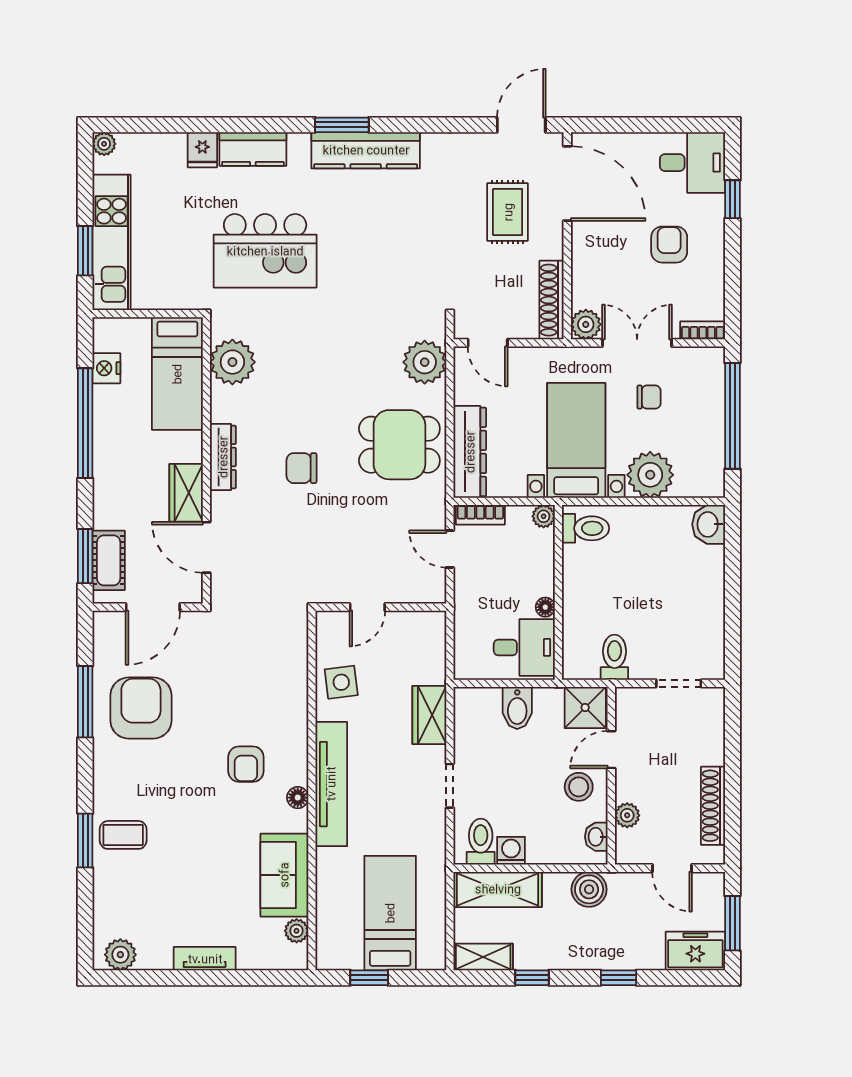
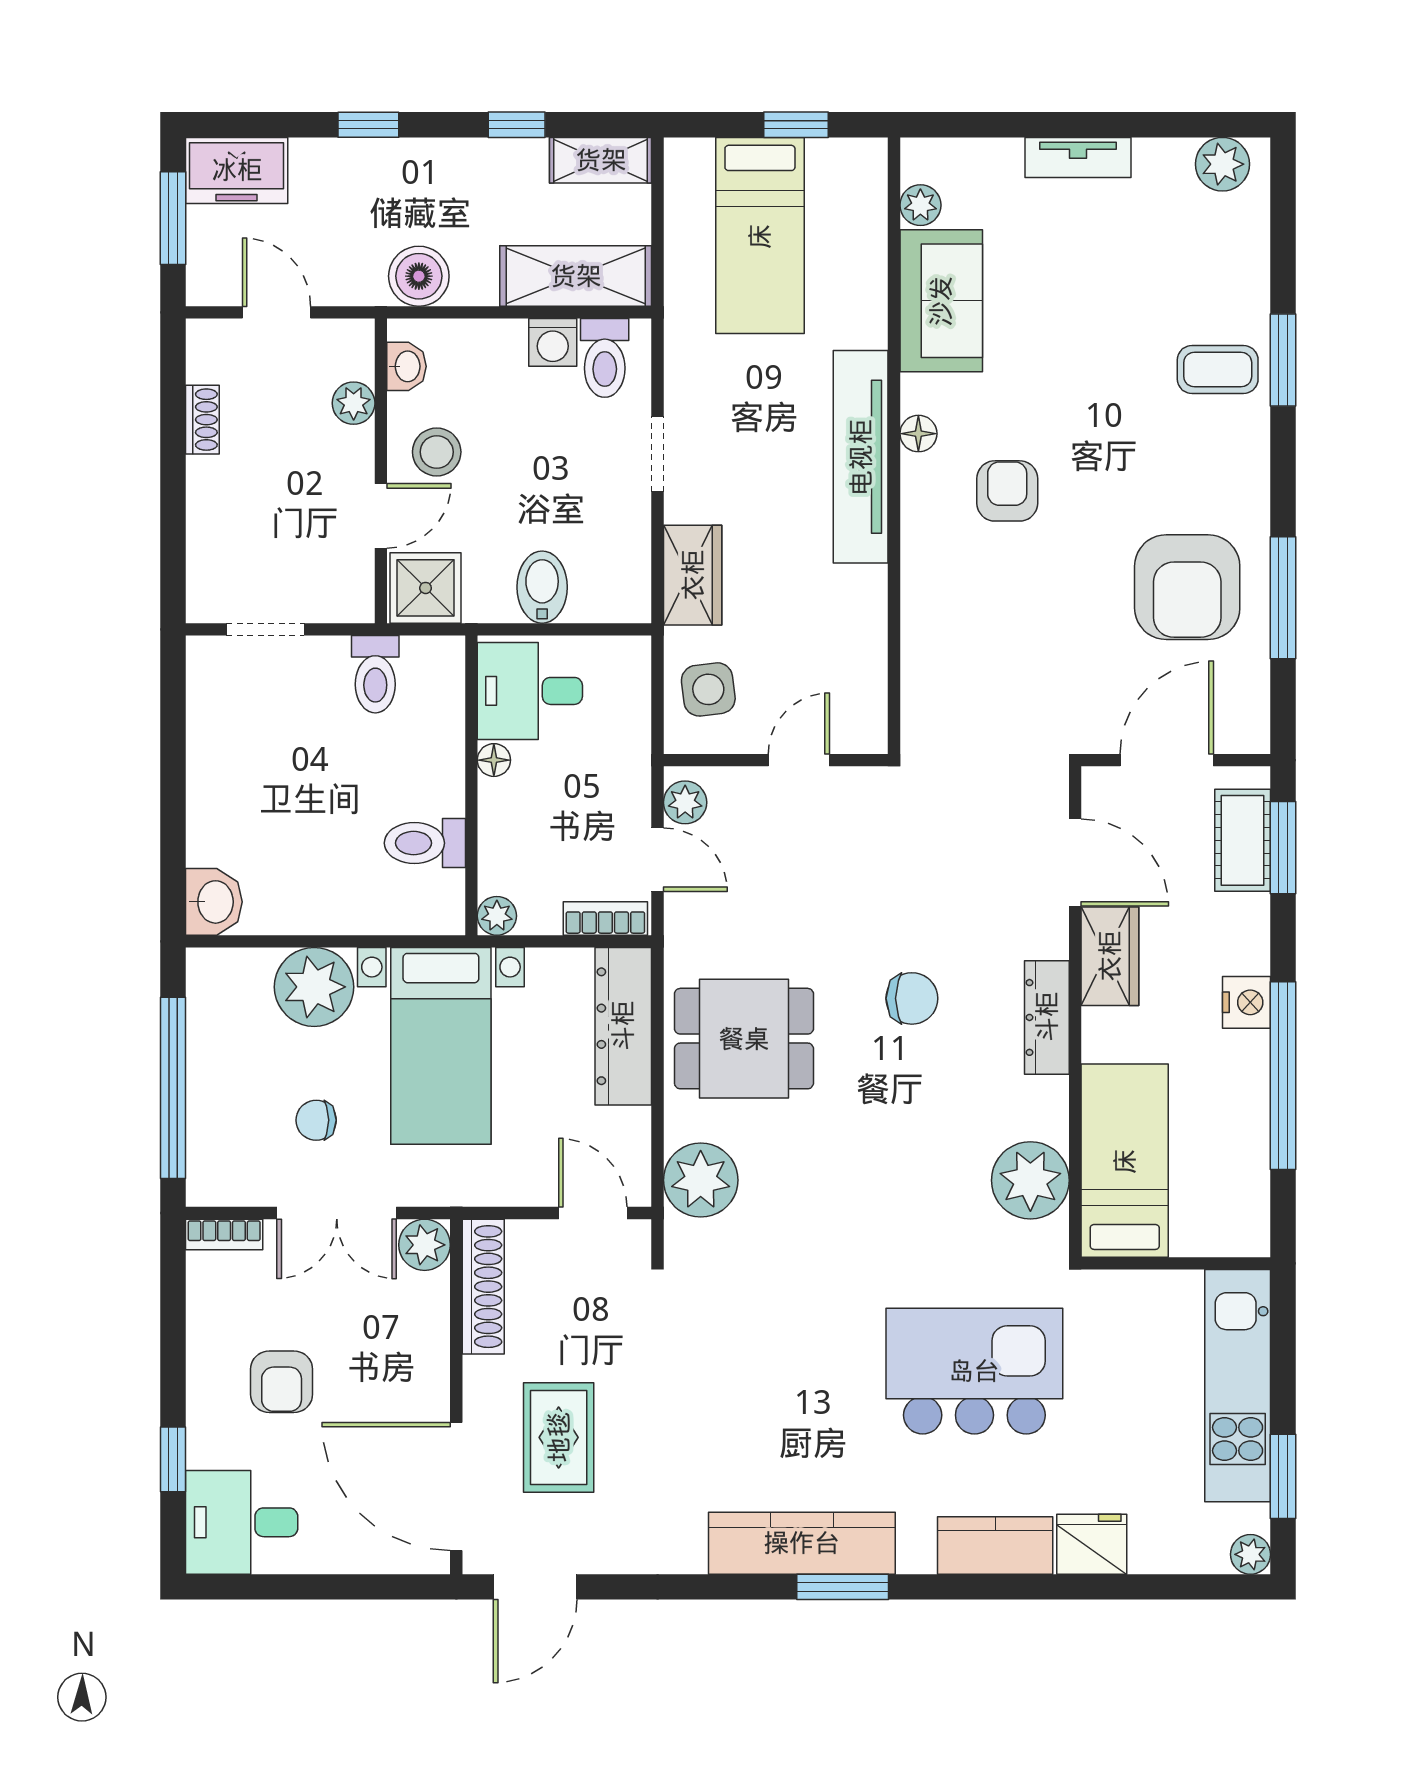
fridge: (202, 150) -> (1092, 1544), width x1.38
window: (85, 251) -> (1283, 1476), moved
nightstand: (106, 368) -> (1246, 1002), moved
toilet: (586, 528) -> (425, 843), moved
plant: (434, 582) -> (685, 802), added
side table: (341, 682) -> (708, 689), moved
shoe rack: (713, 806) -> (202, 420), width x0.51, depth x0.81

